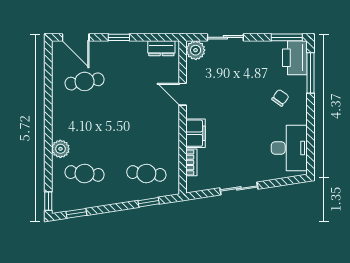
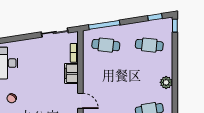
plant: (60, 149) -> (166, 82), moved
sliding door: (239, 188) -> (55, 32), moved
window: (149, 202) -> (104, 25), width x2.17

